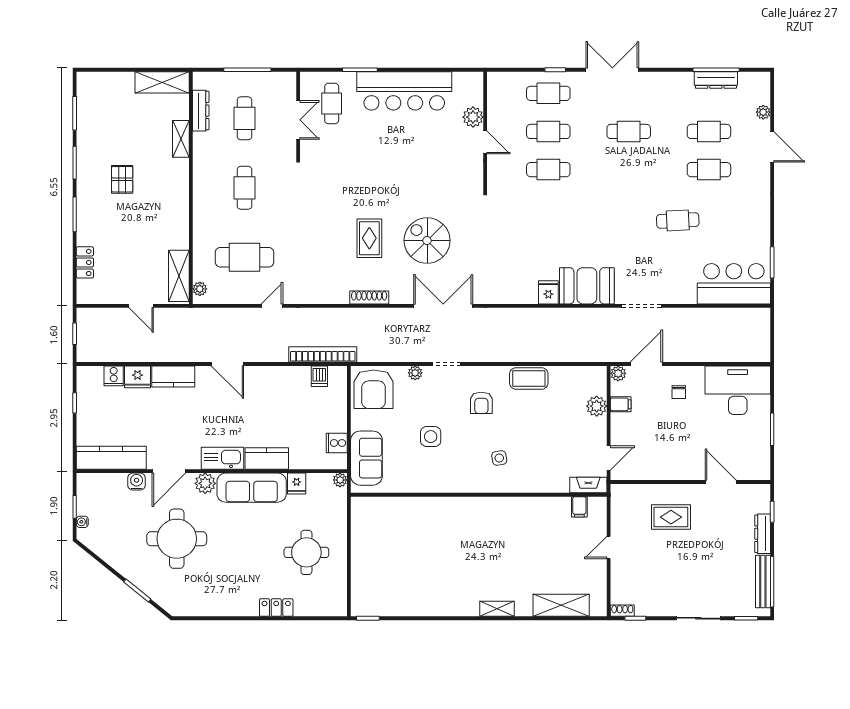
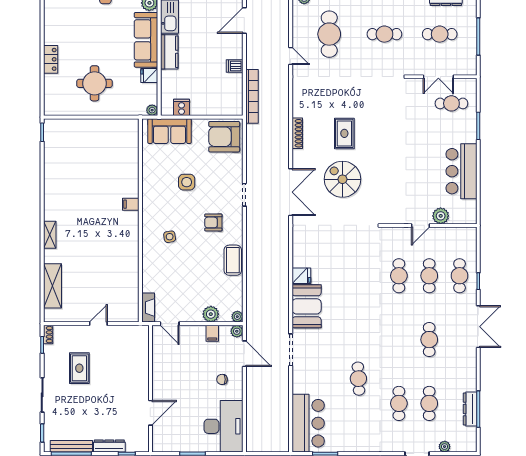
bar counter: (404, 91) -> (461, 171), width x0.73
rug: (369, 238) -> (344, 133), turned 90
spiral stairs: (427, 241) -> (342, 179), turned -90
plant: (415, 373) -> (237, 317), moved
dishwasher: (319, 376) -> (235, 66), moved
filing cabinet: (579, 507) -> (131, 204), moved
rug: (671, 517) -> (79, 368), moved
door: (609, 547) -> (98, 324), hinge flipped

